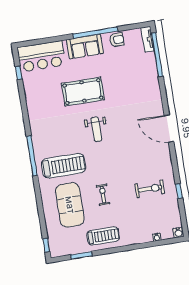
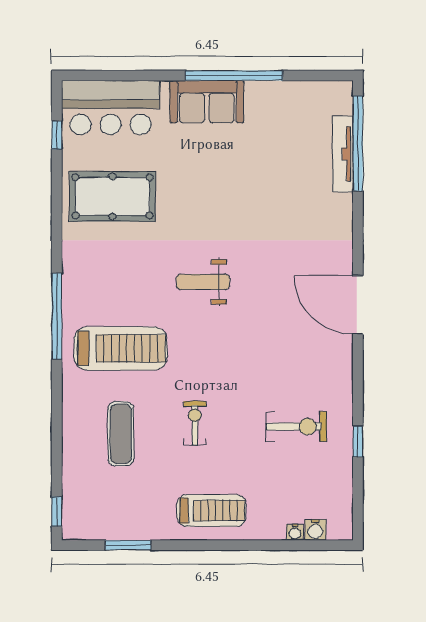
tv unit: (148, 39) -> (343, 154), moved, width x1.41
armchair: (117, 40) -> (277, 98), removed
pool table: (83, 92) -> (112, 196), moved
weight bench: (96, 129) -> (203, 282), turned 90
exercise mat: (70, 205) -> (121, 434), width x0.50, depth x0.69
water cooler: (178, 233) -> (315, 530), moved
treadmill: (103, 236) -> (212, 511), moved

